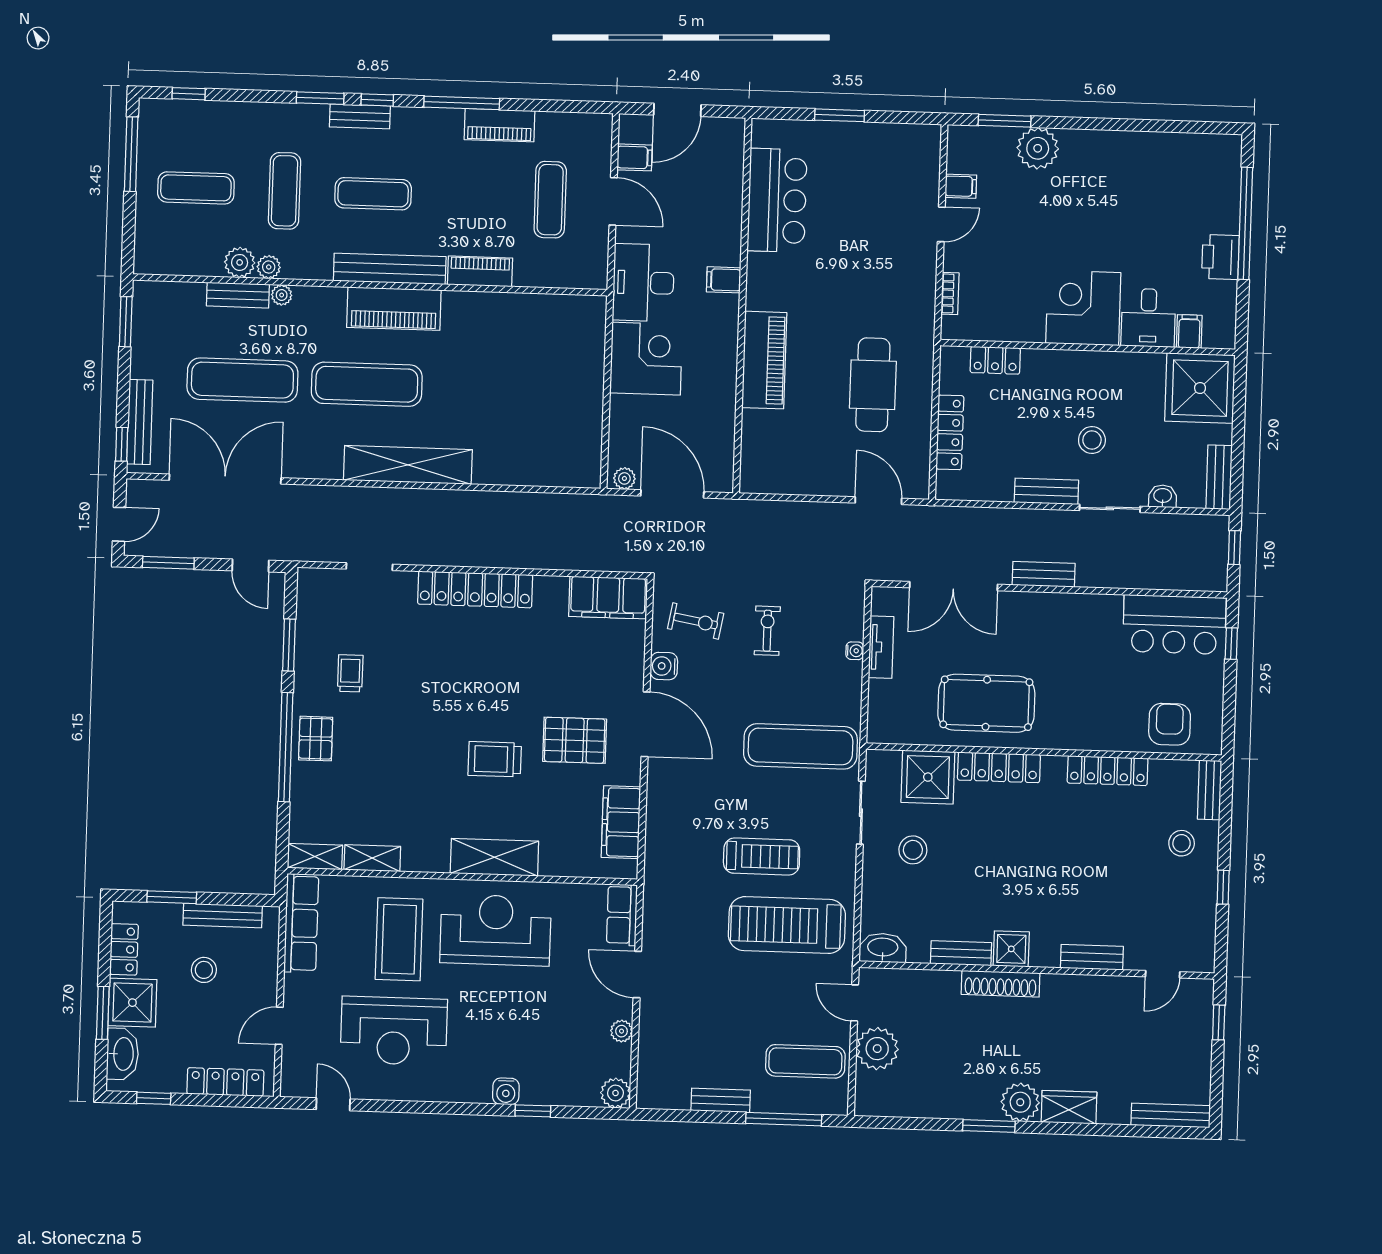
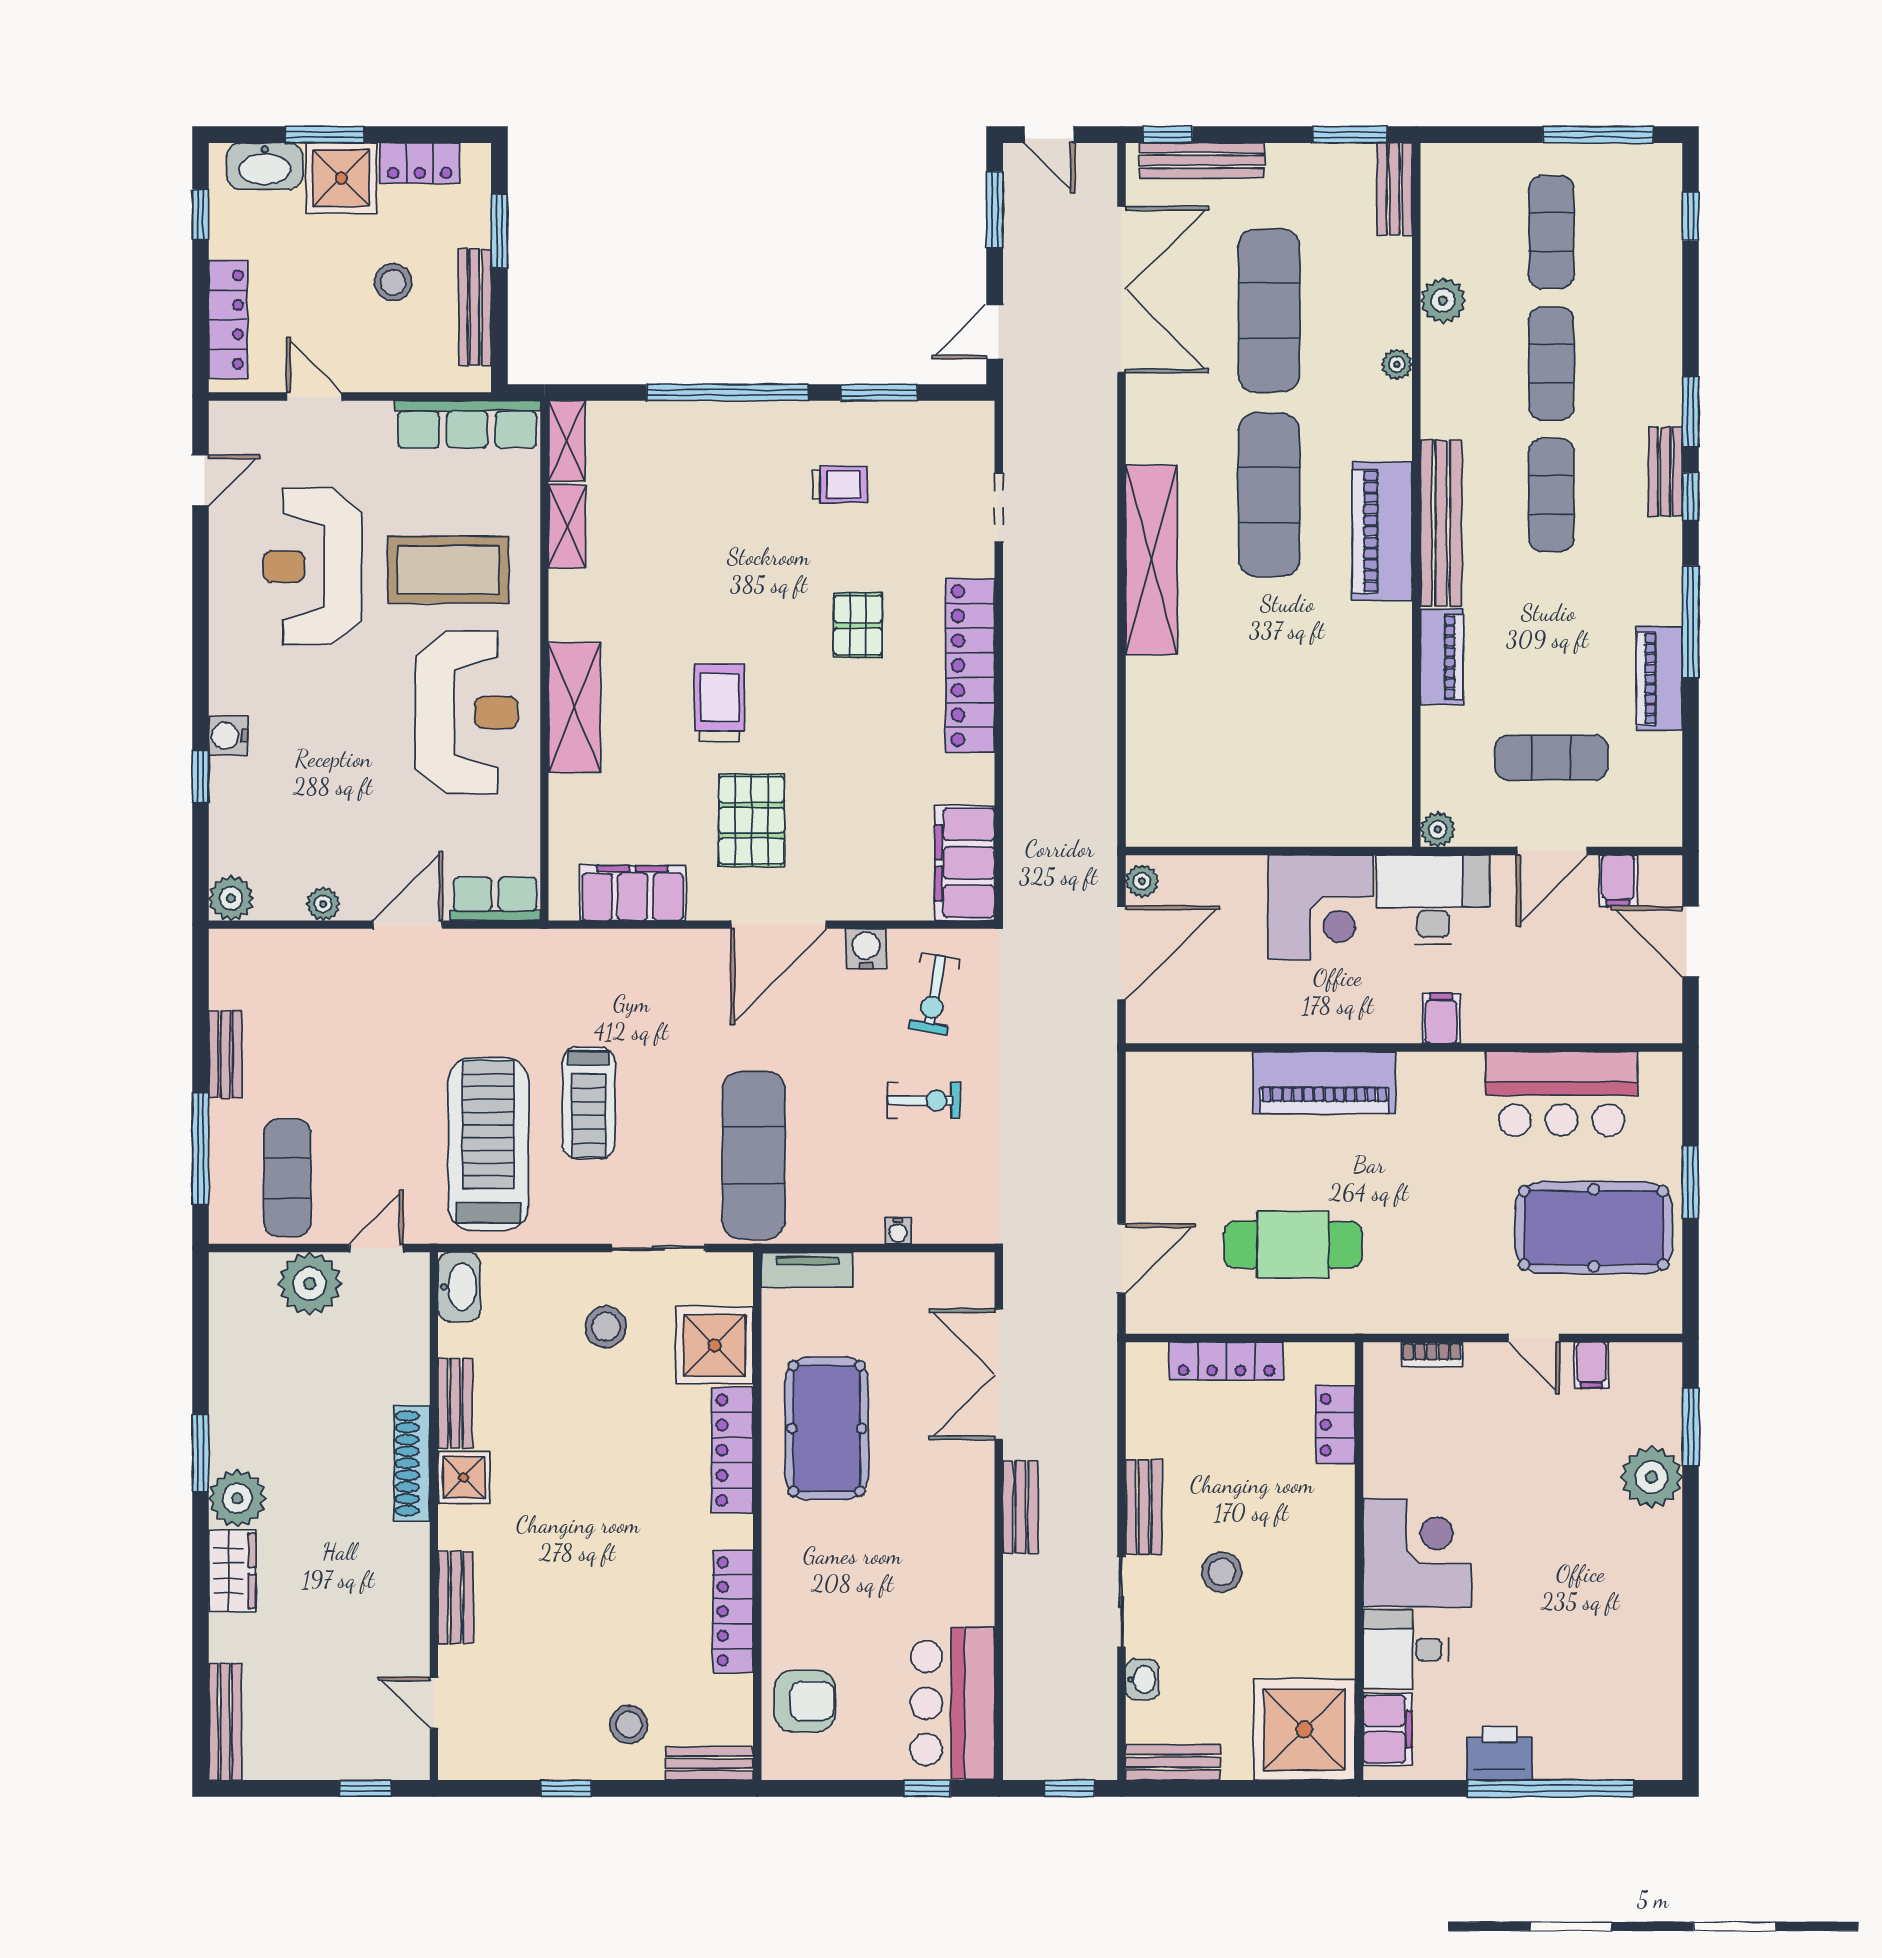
pool table: (868, 182) -> (1594, 1228), added
exercise mat: (285, 191) -> (1551, 363), turned 90
plant: (269, 267) -> (1438, 829), moved
bench: (238, 295) -> (1395, 189), moved
filing cabinet: (1189, 331) -> (1388, 1729), width x2.00
tv unit: (881, 647) -> (807, 1270), moved
pallet: (316, 739) -> (858, 625), moved, turned 90

